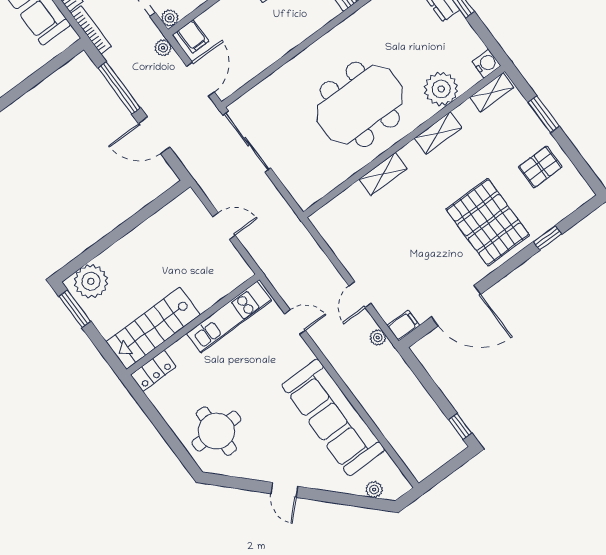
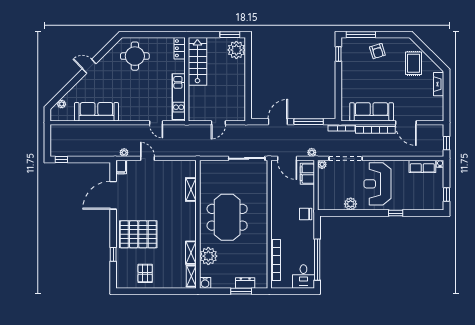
filing cabinet: (193, 36) -> (307, 174), width x2.00
window: (544, 114) -> (166, 291), removed
shelving: (438, 133) -> (191, 253), moved
shelving: (383, 174) -> (191, 189), moved
door: (295, 322) -> (156, 123), hinge flipped
sofa: (333, 417) -> (96, 112), width x0.74, depth x0.79

